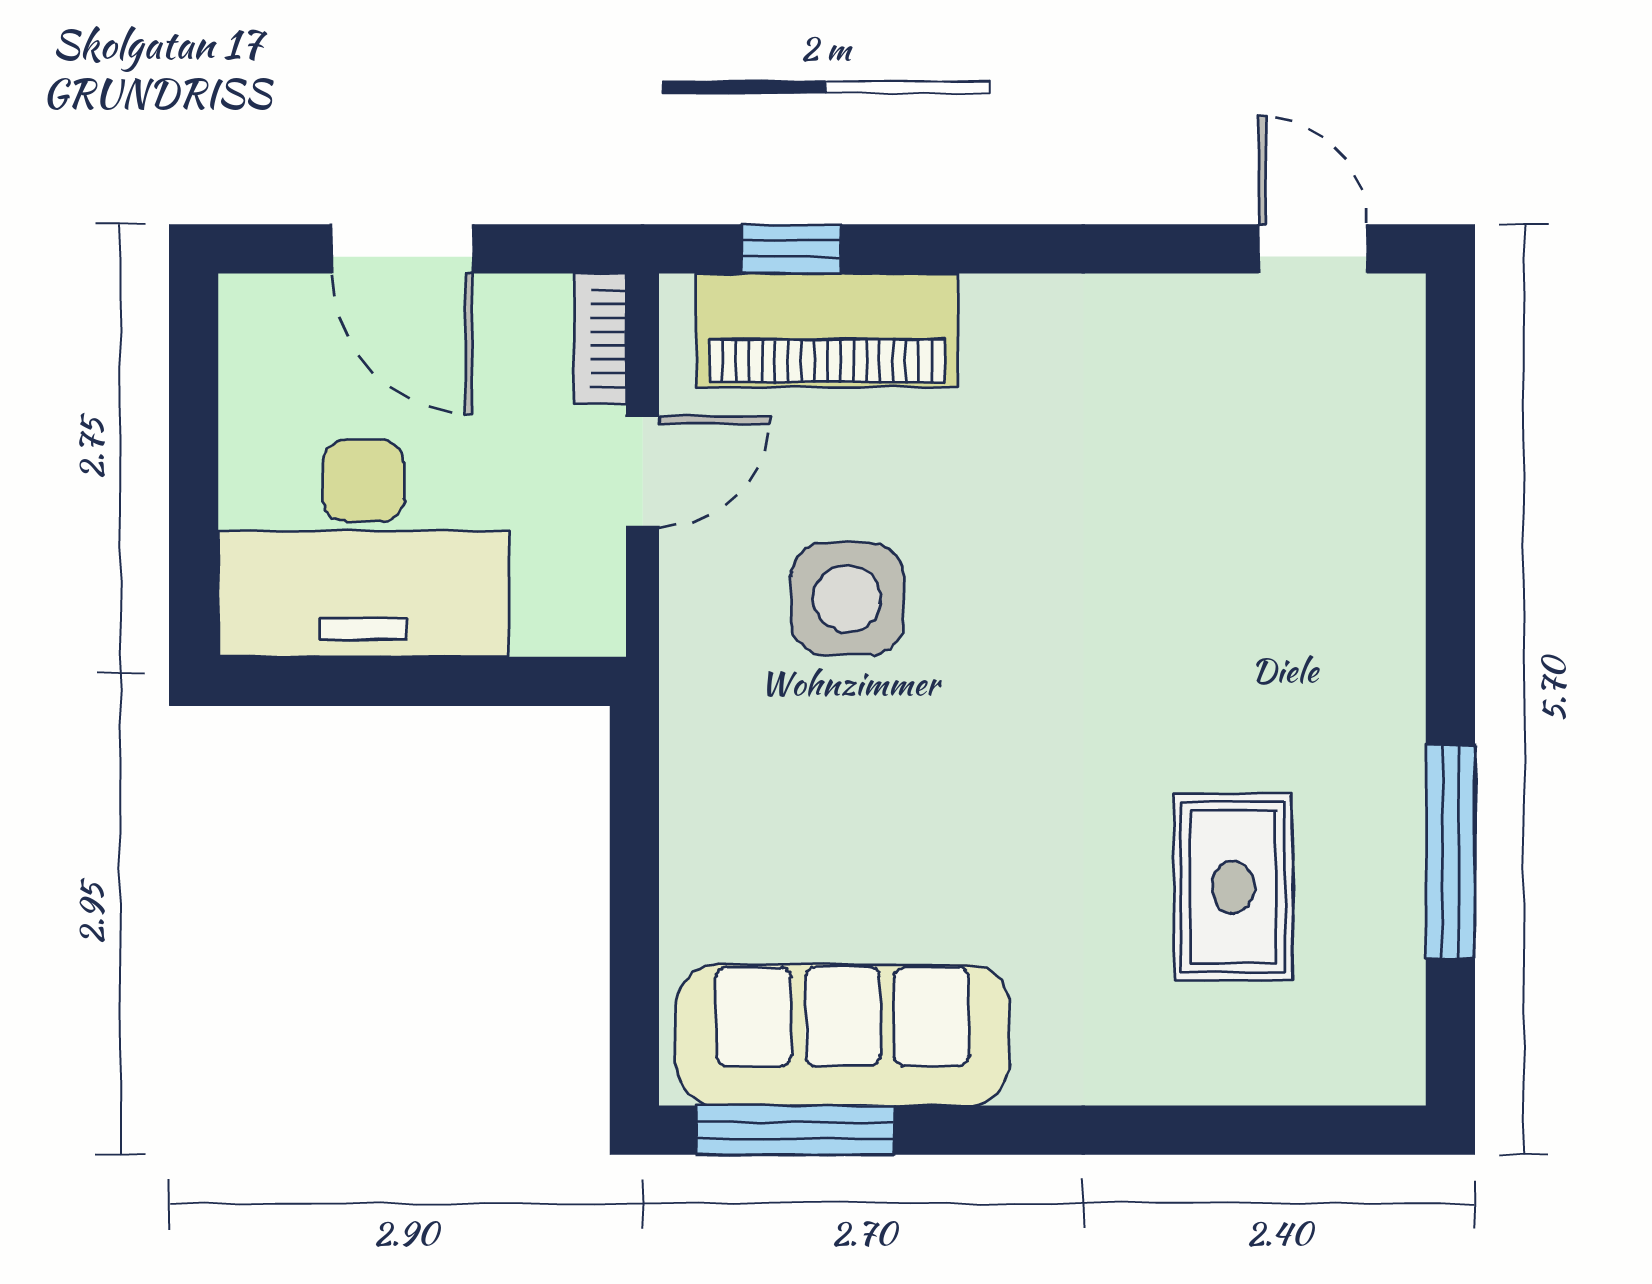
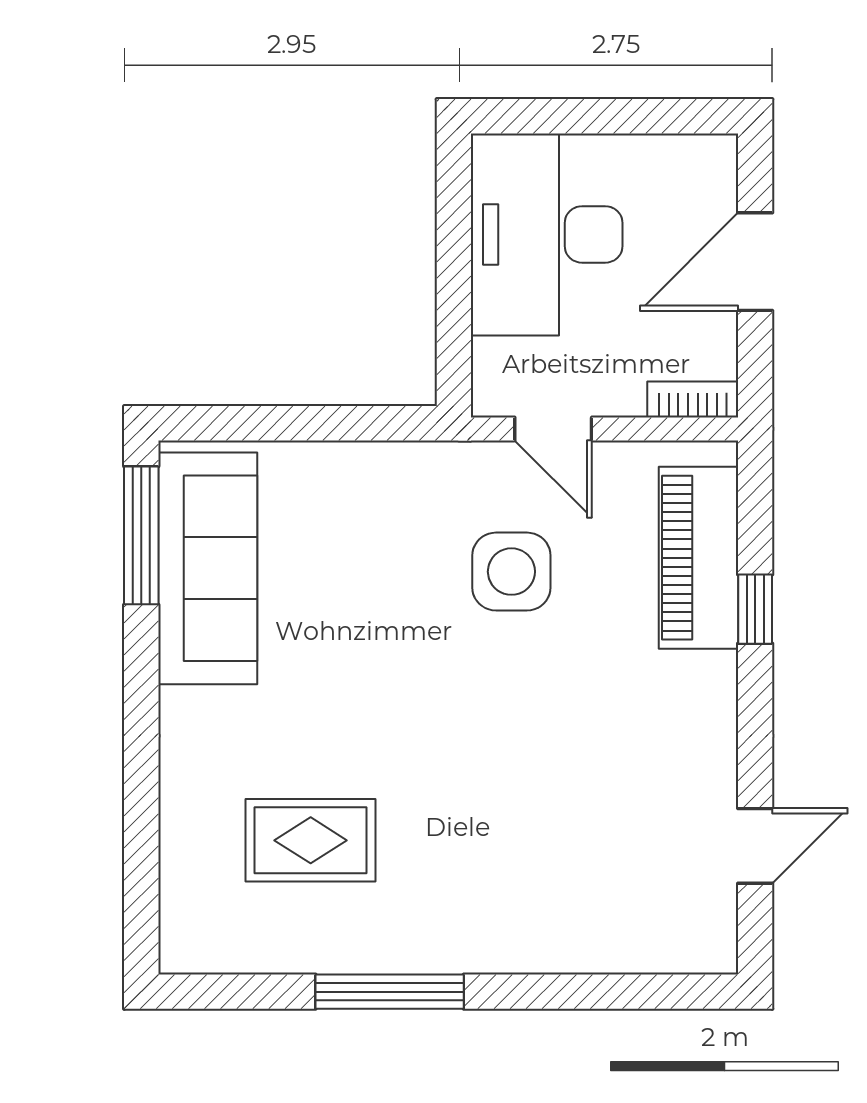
window: (791, 249) -> (755, 609), moved
door: (1313, 249) -> (755, 846), moved
door: (643, 472) -> (553, 429), moved
window: (1450, 852) -> (390, 992), moved

